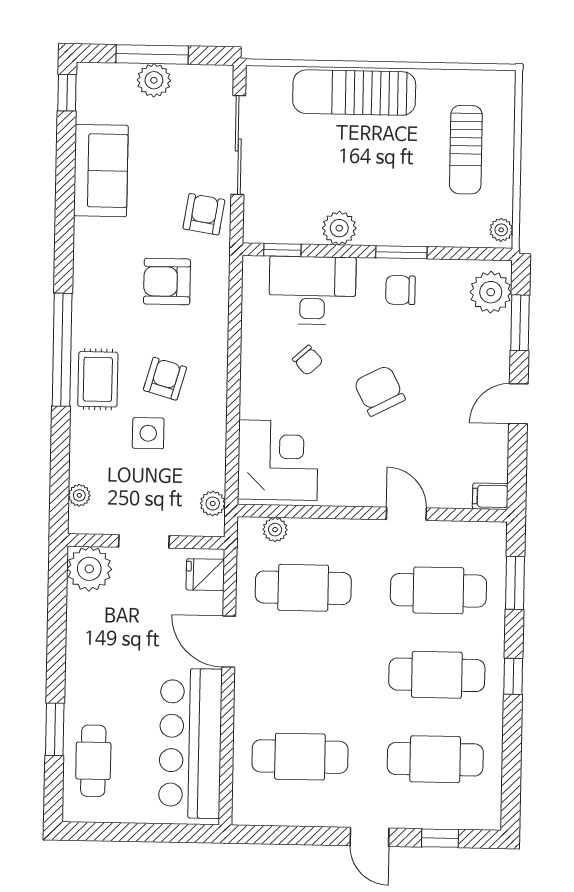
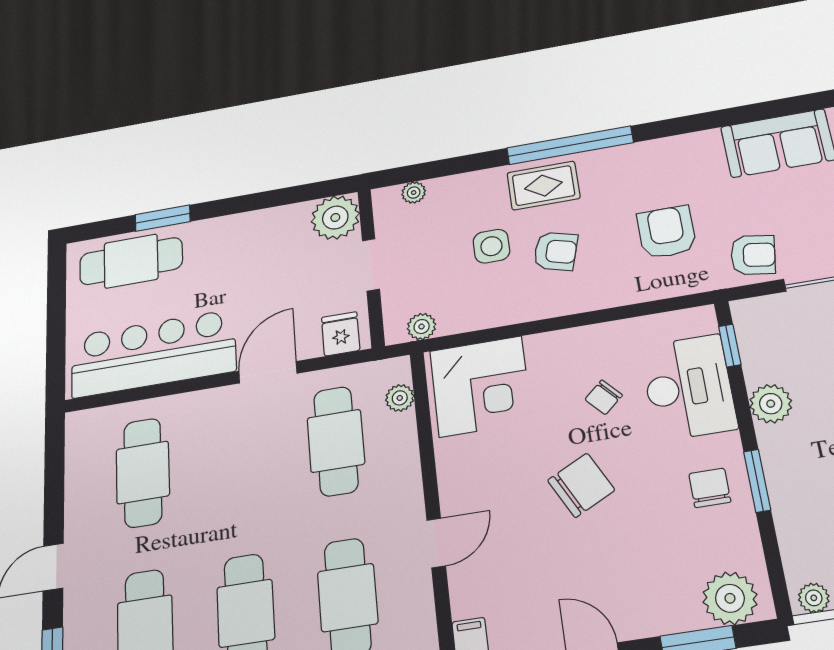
cafe table: (93, 761) -> (131, 261), width x1.37, depth x1.35

